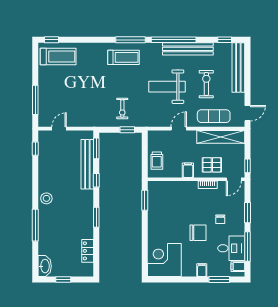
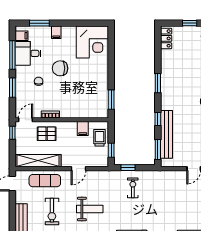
weight bench: (167, 87) -> (90, 209), width x0.73, depth x0.75
window: (145, 148) -> (111, 150), added
filing cabinet: (188, 170) -> (83, 129), moved
locker: (88, 251) -> (166, 38), moved

